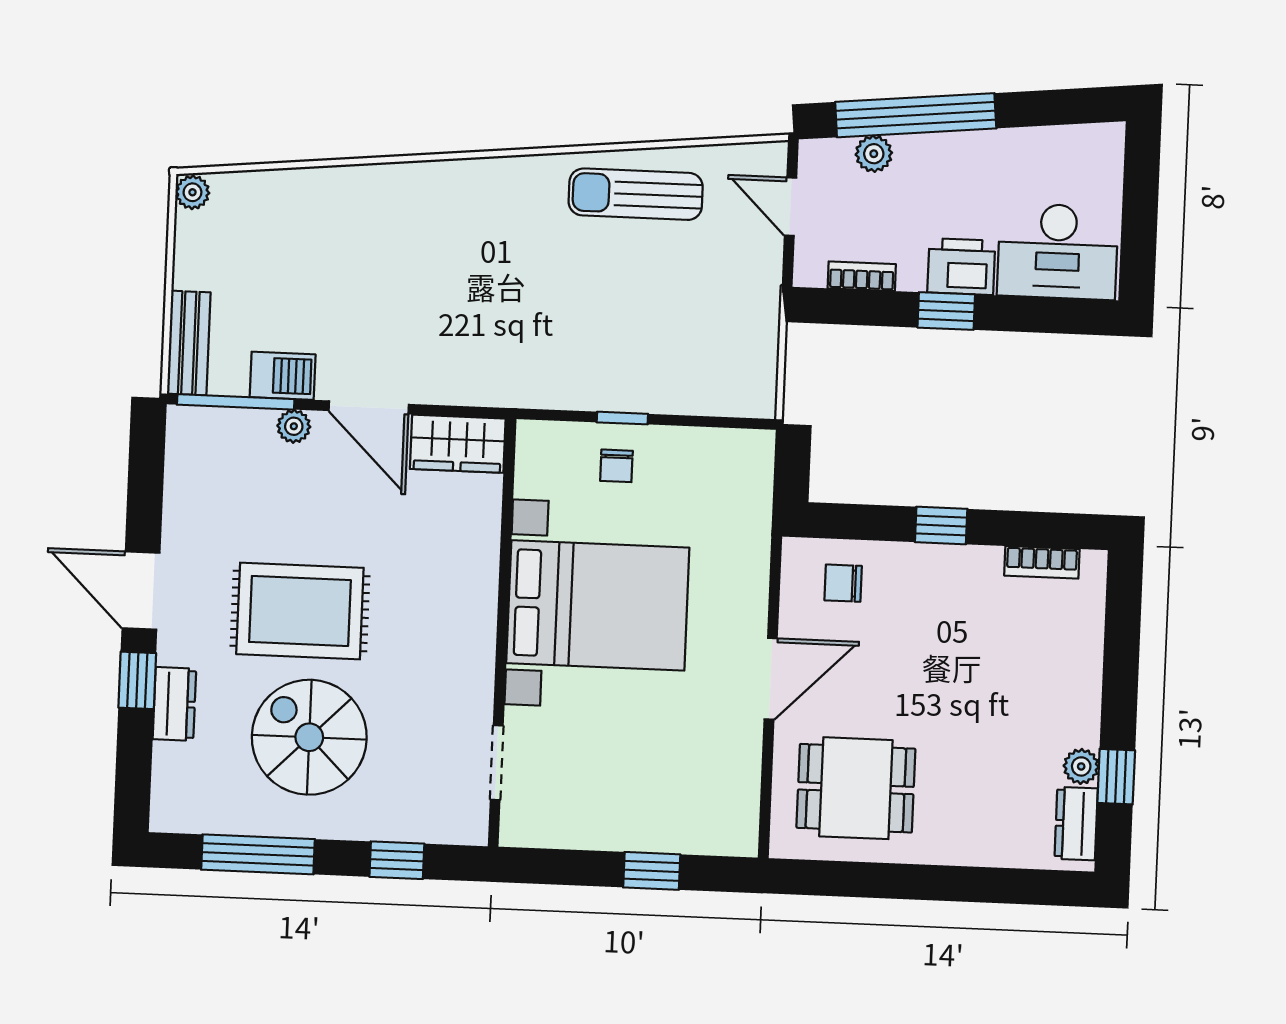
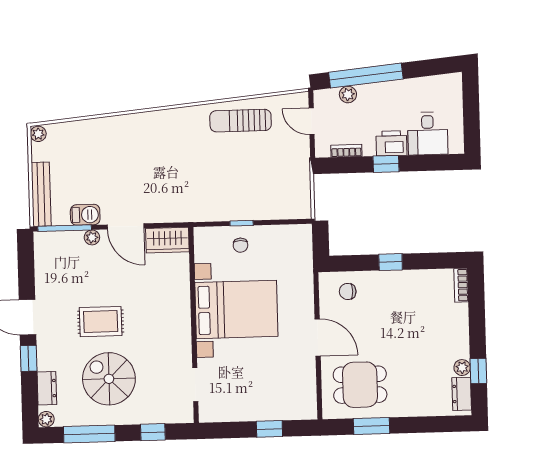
desk: (1058, 251) -> (428, 133), width x0.73
bench: (189, 343) -> (41, 194), width x1.36
bookcase: (1042, 562) -> (461, 285), moved, turned 90
rug: (300, 611) -> (101, 322), width x0.73, depth x0.70
door: (771, 679) -> (318, 337), hinge flipped
dresser: (174, 704) -> (47, 388), moved
plant: (166, 816) -> (46, 419), added
window: (875, 880) -> (372, 426), added

